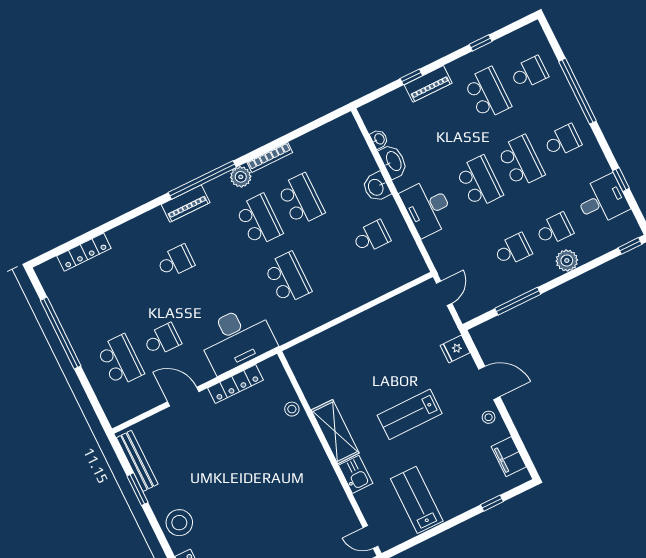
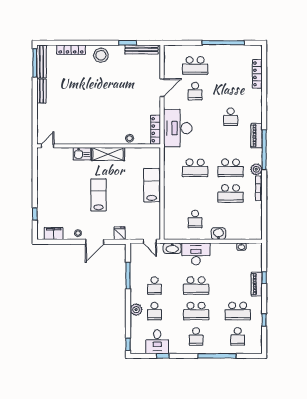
washbasin: (393, 161) -> (172, 248), moved
locker: (235, 384) -> (156, 130), moved
lab bench: (417, 500) -> (152, 185), moved, turned -90

